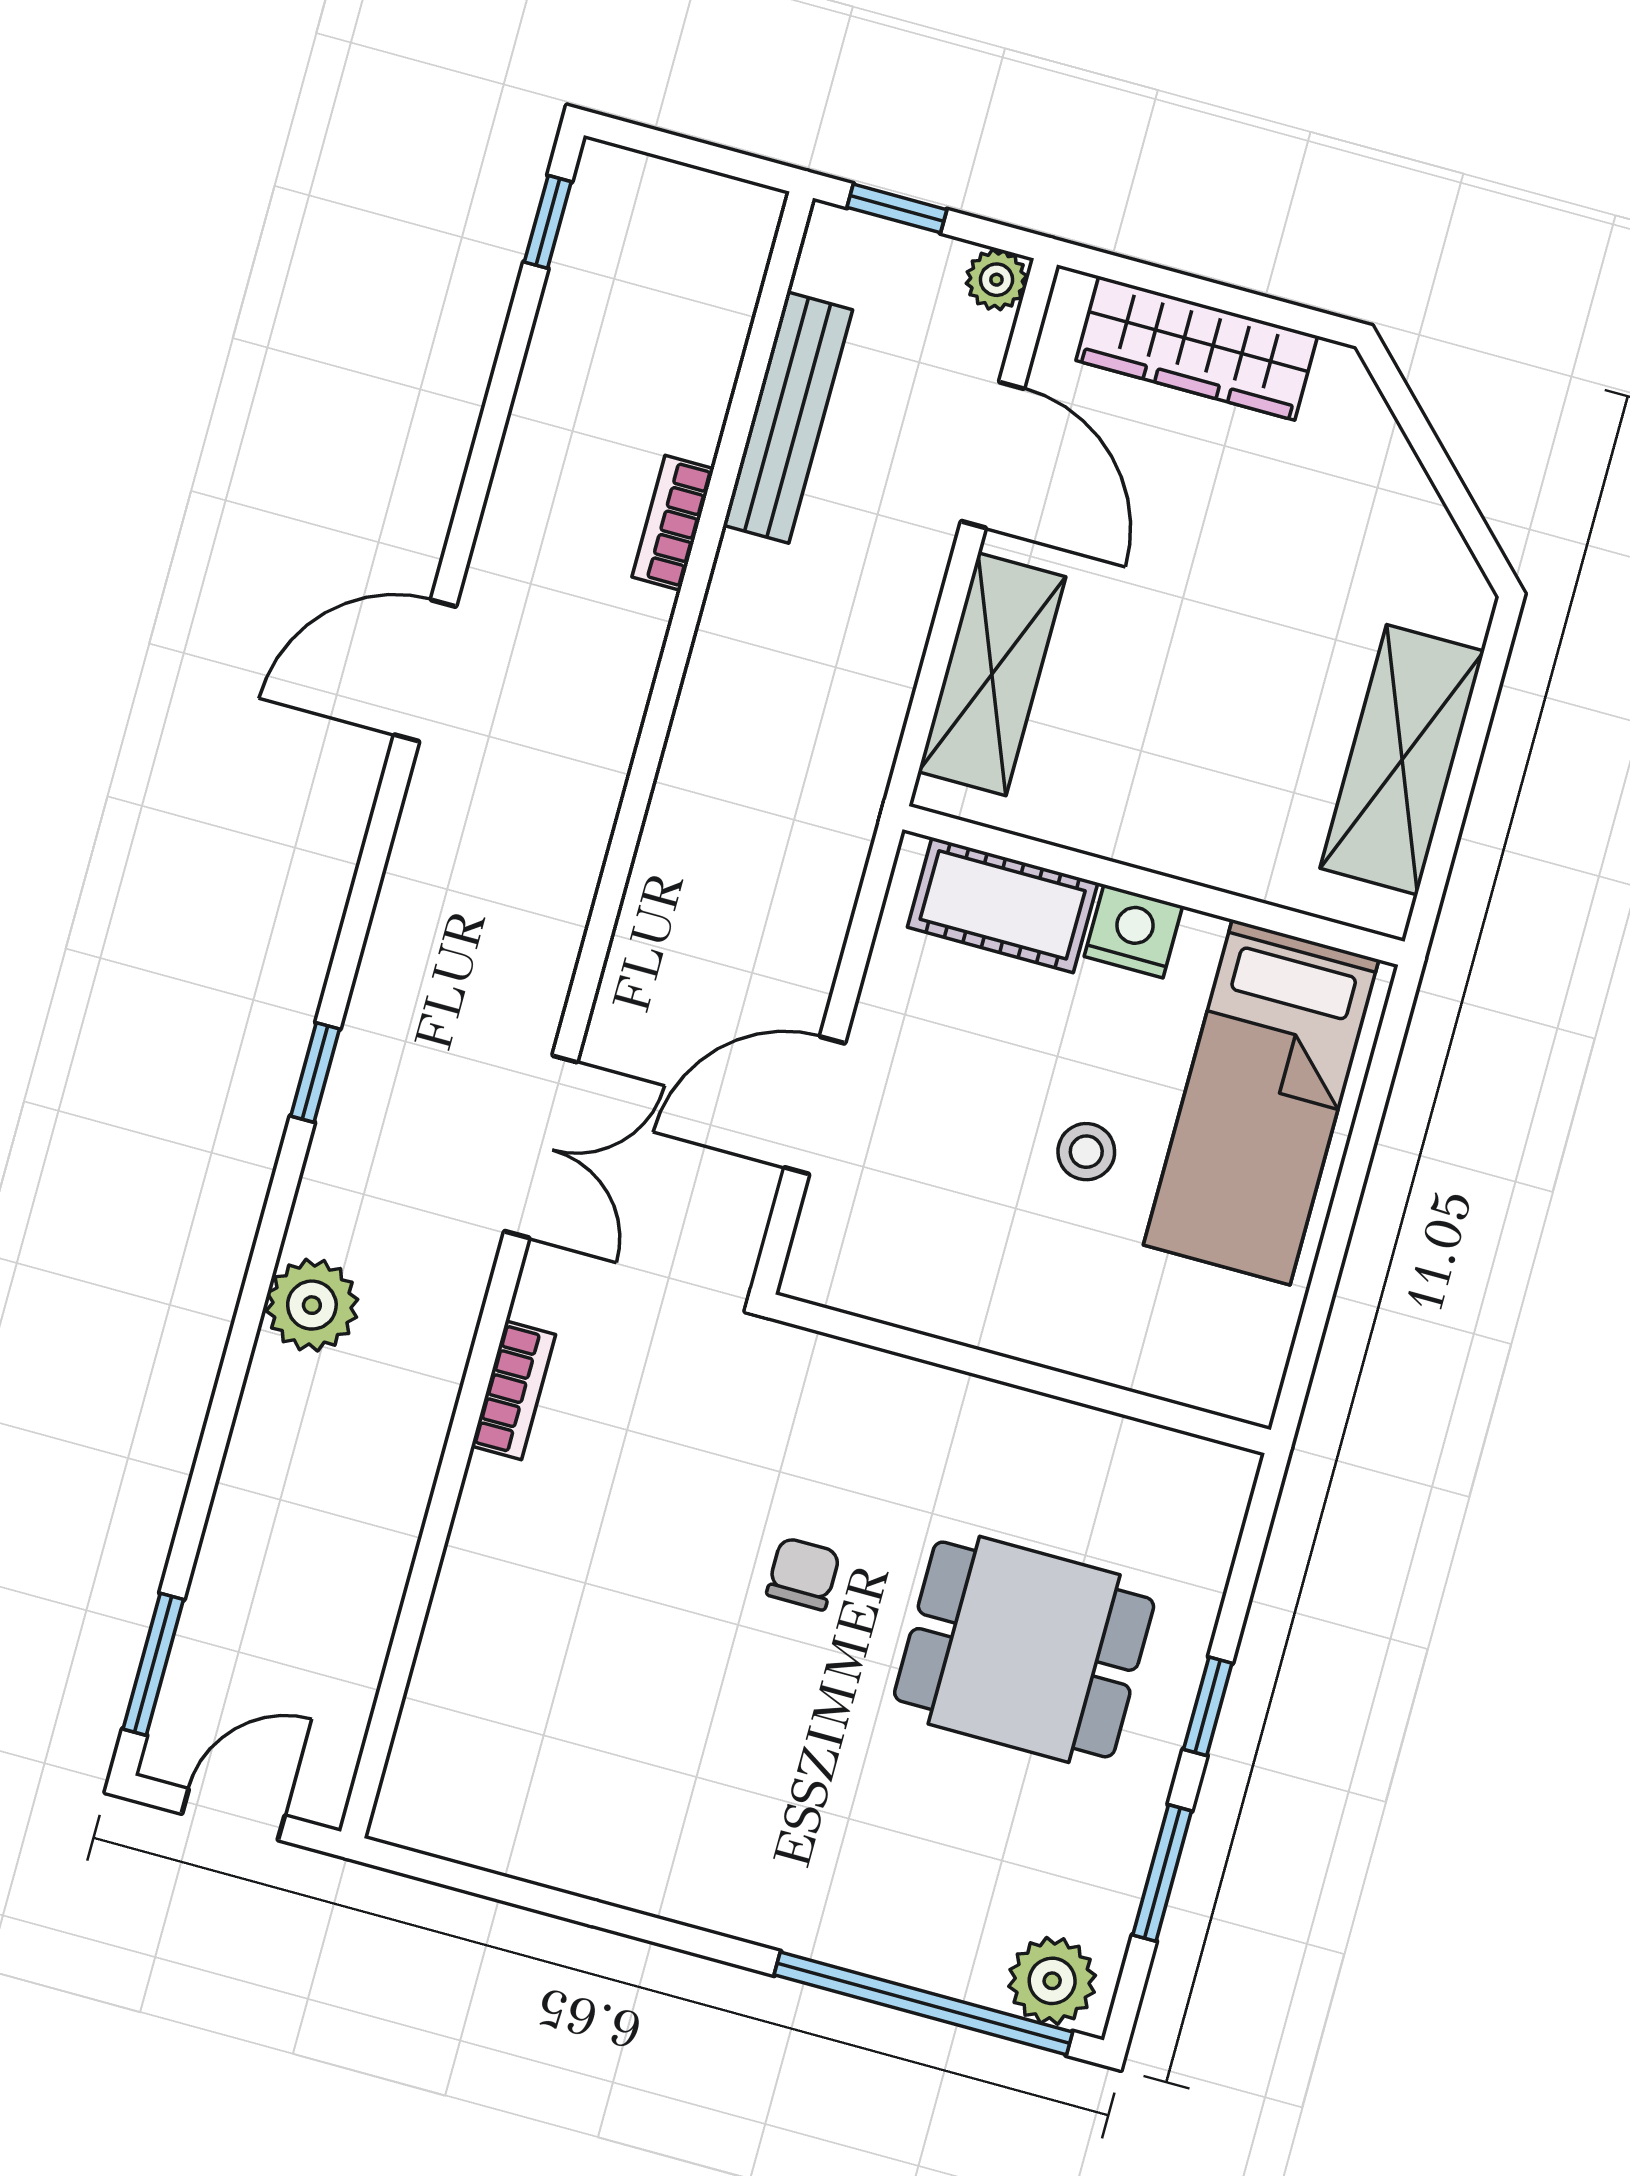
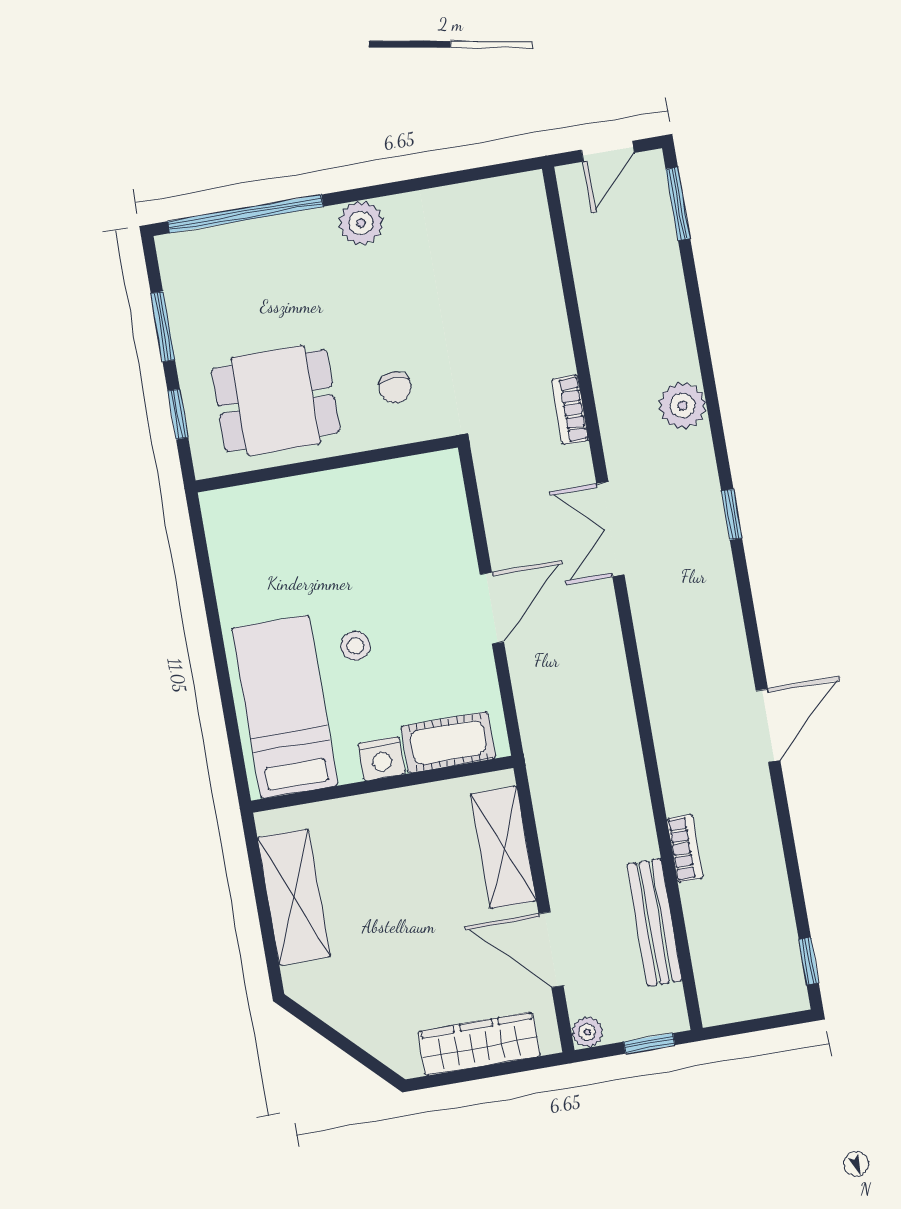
wall: (1020, 1374) -> (327, 464), moved
plant: (1052, 1981) -> (361, 223), moved

